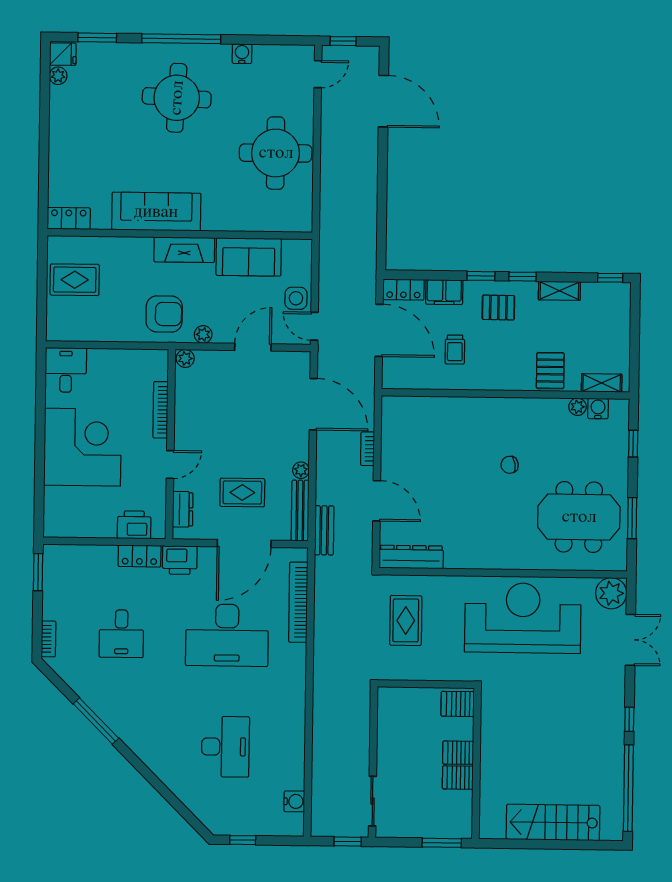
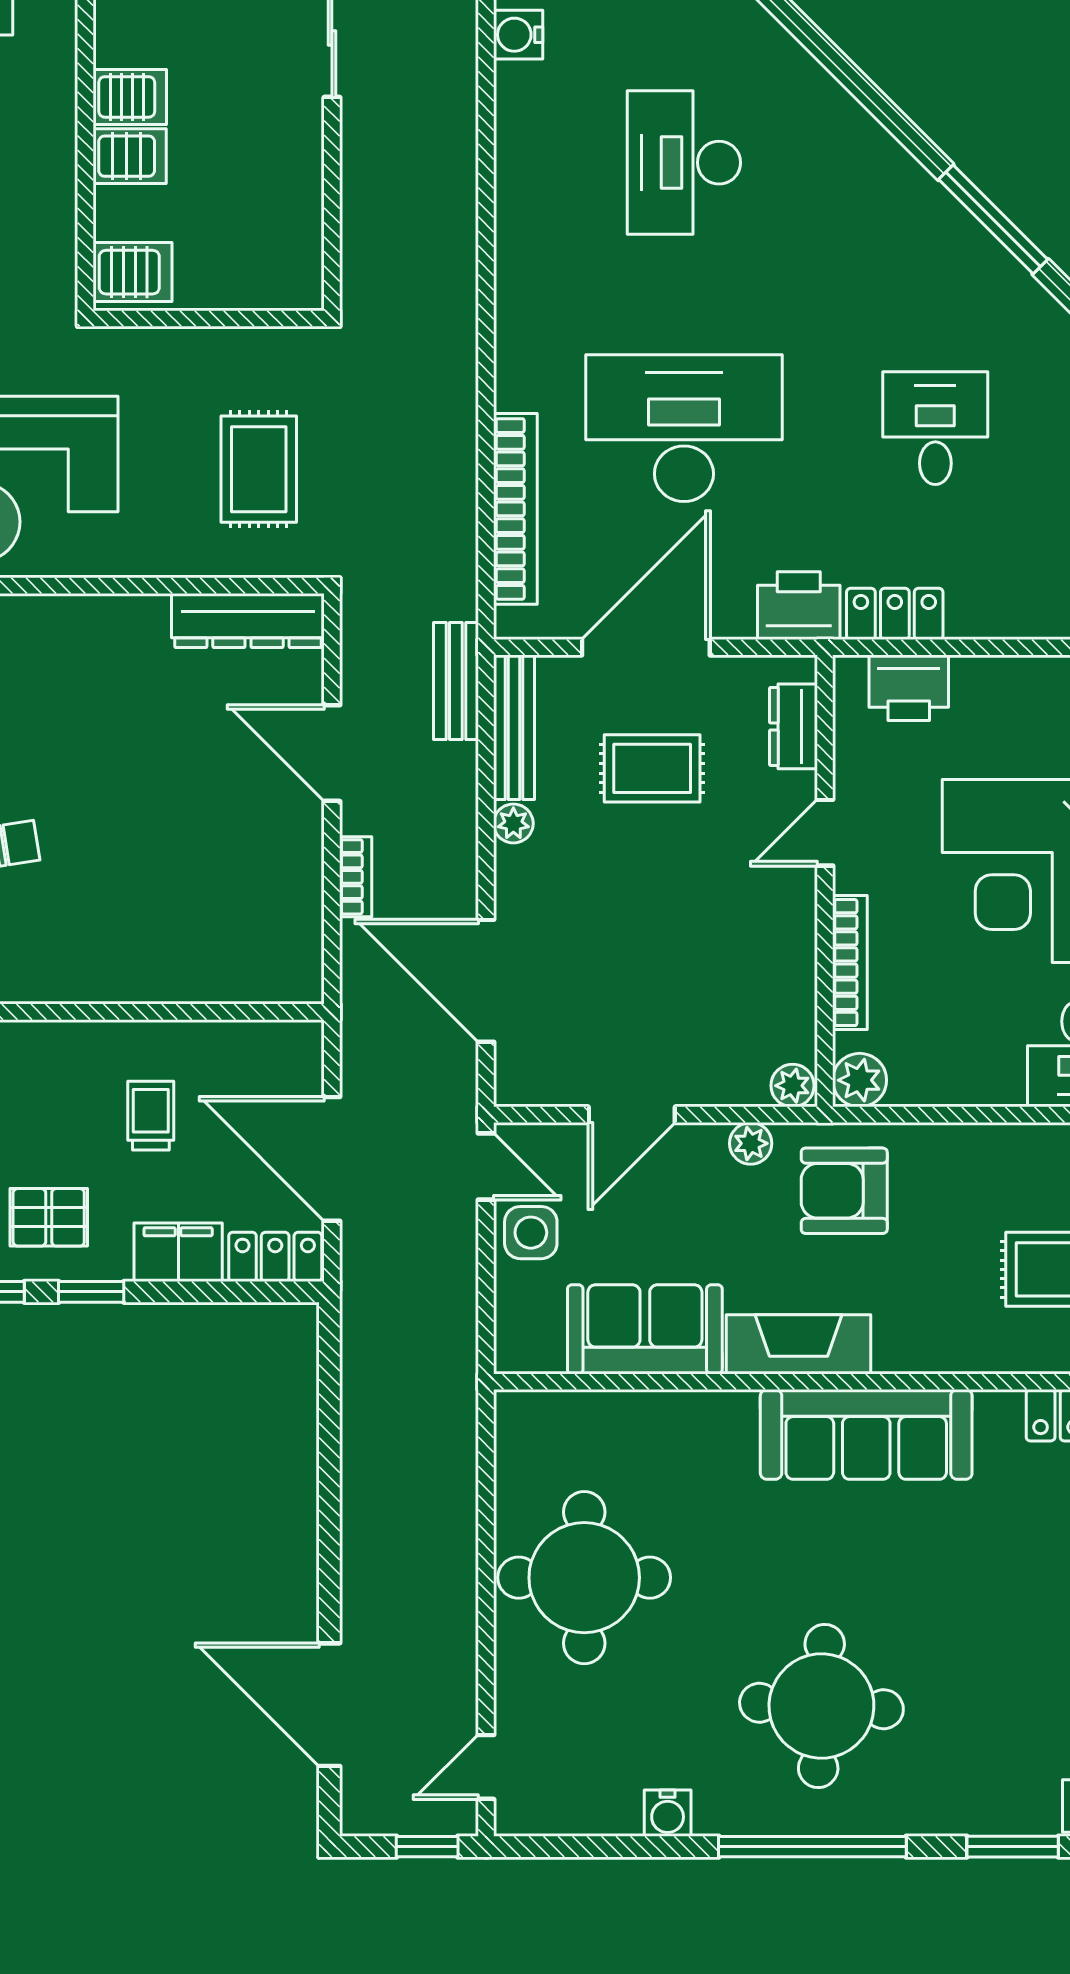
plant: (157, 360) -> (860, 1080), added

